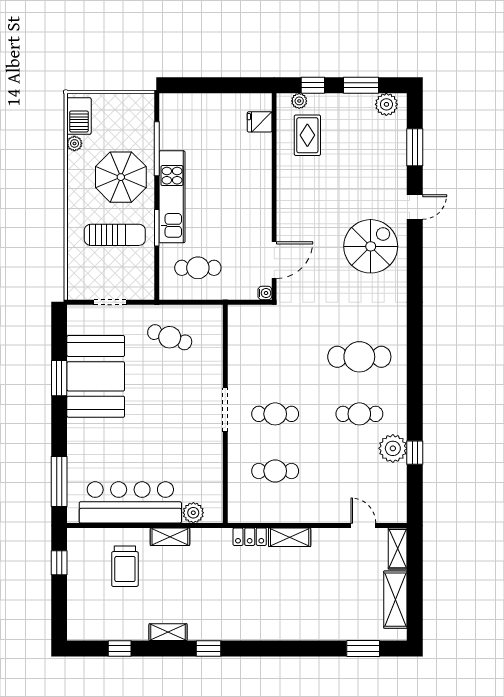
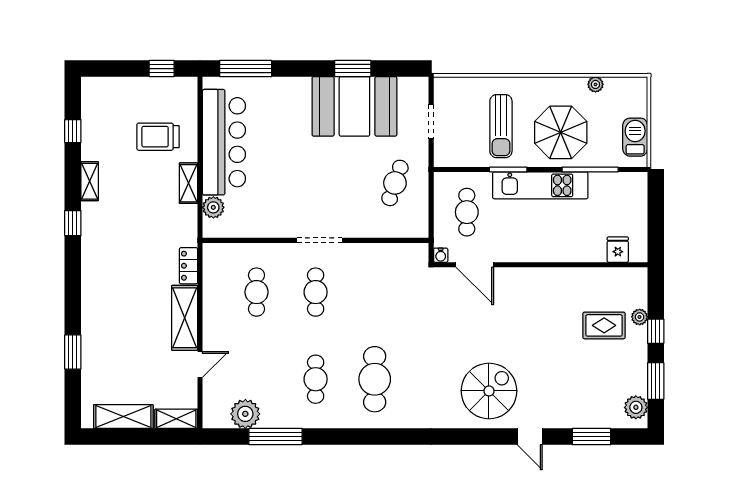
barbecue: (79, 116) -> (635, 137), moved, turned 90
fridge: (260, 122) -> (618, 250), moved
wall: (274, 197) -> (541, 265), moved
spiral stairs: (371, 246) -> (489, 391), turned -90
door: (274, 260) -> (475, 265), moved
water cooler: (265, 293) -> (441, 255), moved
plant: (393, 448) -> (245, 414), moved
window: (415, 453) -> (275, 437), width x2.17
door: (363, 526) -> (200, 365), moved
shelving: (290, 537) -> (185, 318), width x1.50, depth x1.33
window: (363, 648) -> (73, 352), moved

